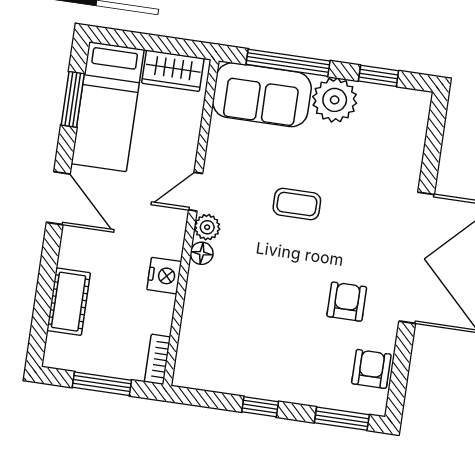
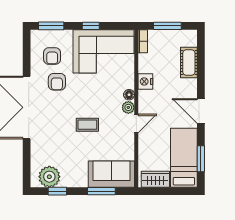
window: (288, 63) -> (101, 191), width x0.69
plant: (335, 100) -> (49, 177), moved
corner sofa: (241, 350) -> (103, 51), added
armchair: (371, 369) -> (52, 56), moved

